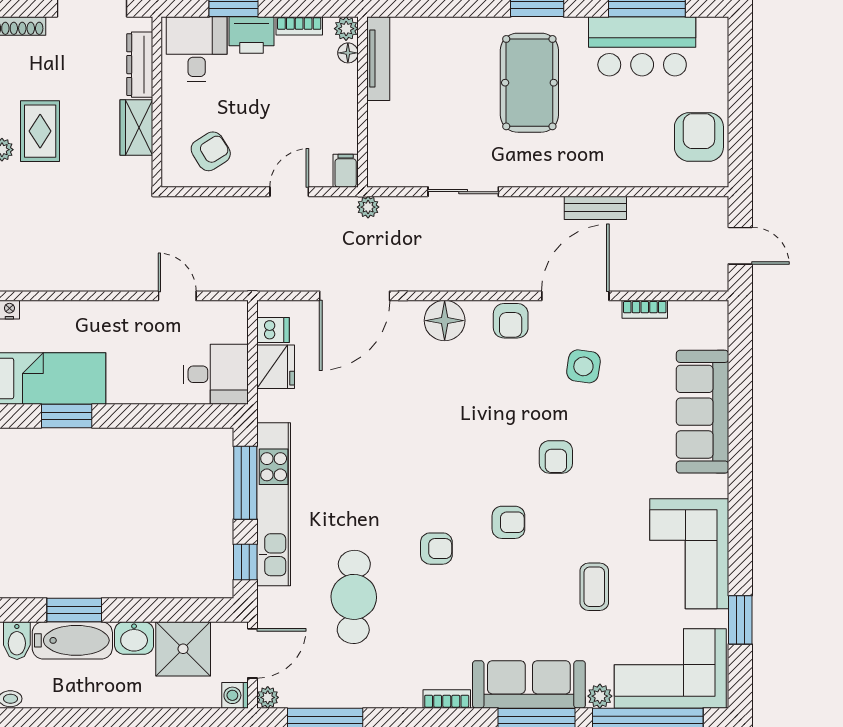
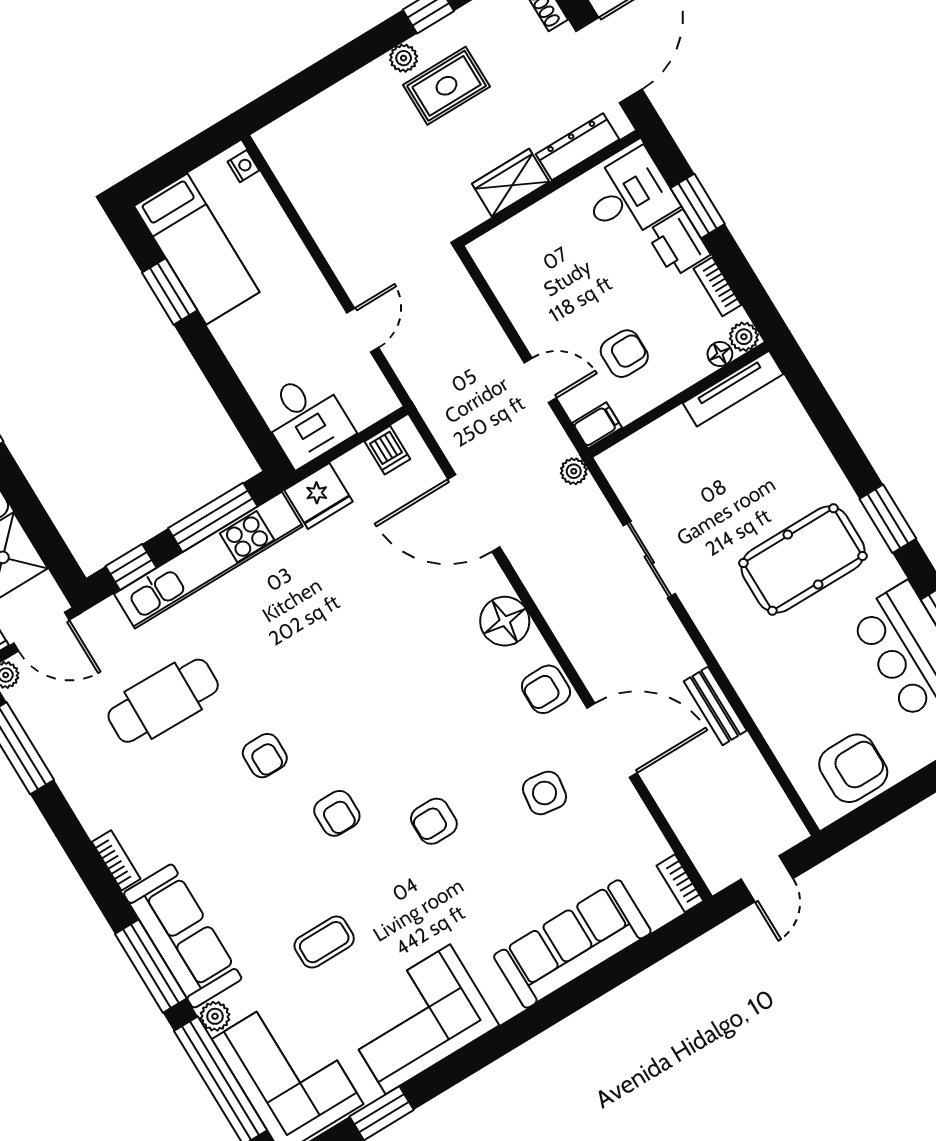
armchair: (211, 151) -> (624, 354), moved, turned -58
bookcase: (645, 309) -> (680, 883), moved
fridge: (276, 367) -> (319, 496), moved

